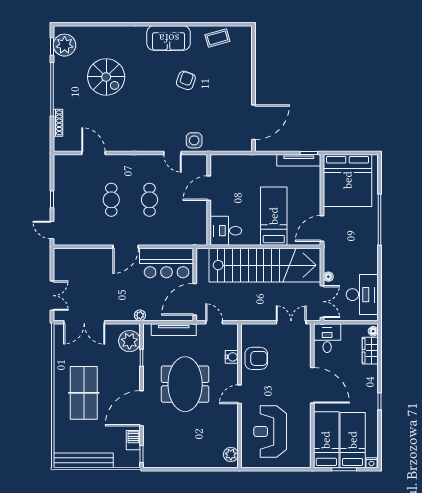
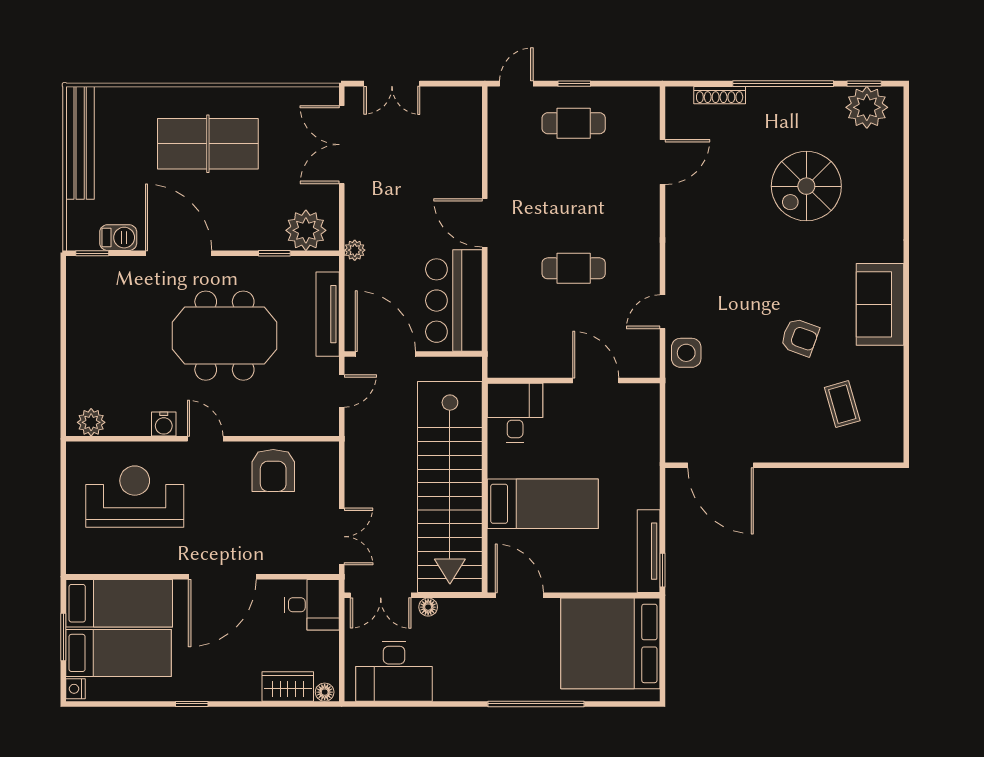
coffee table: (217, 38) -> (842, 404), moved
cafe table: (111, 200) -> (574, 123), moved
water cooler: (232, 357) -> (164, 424), moved

